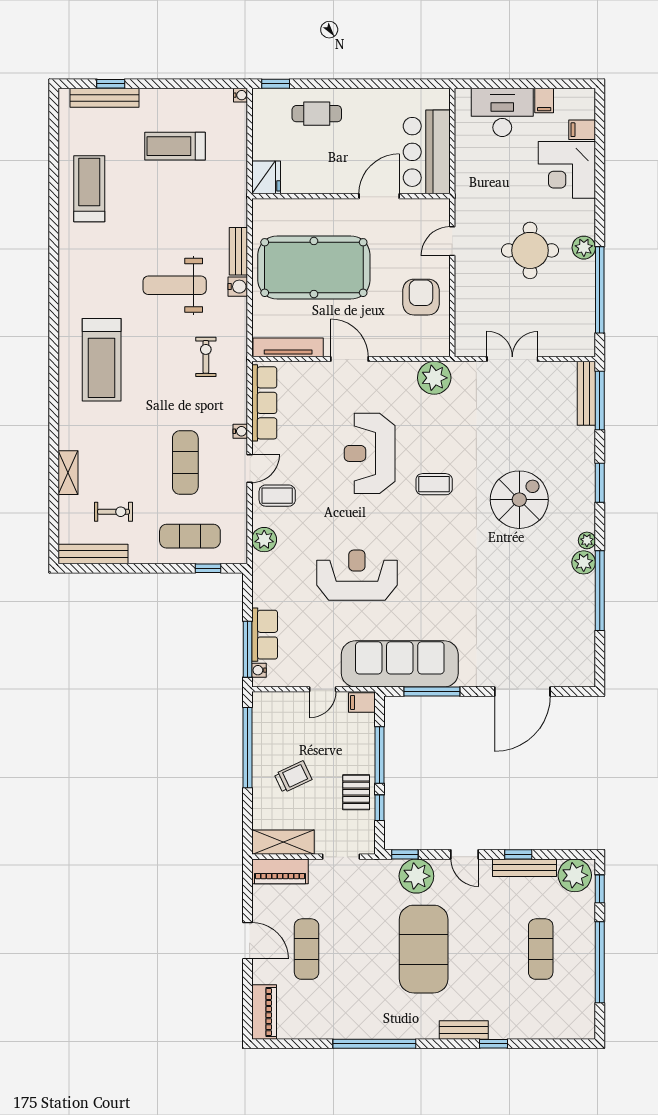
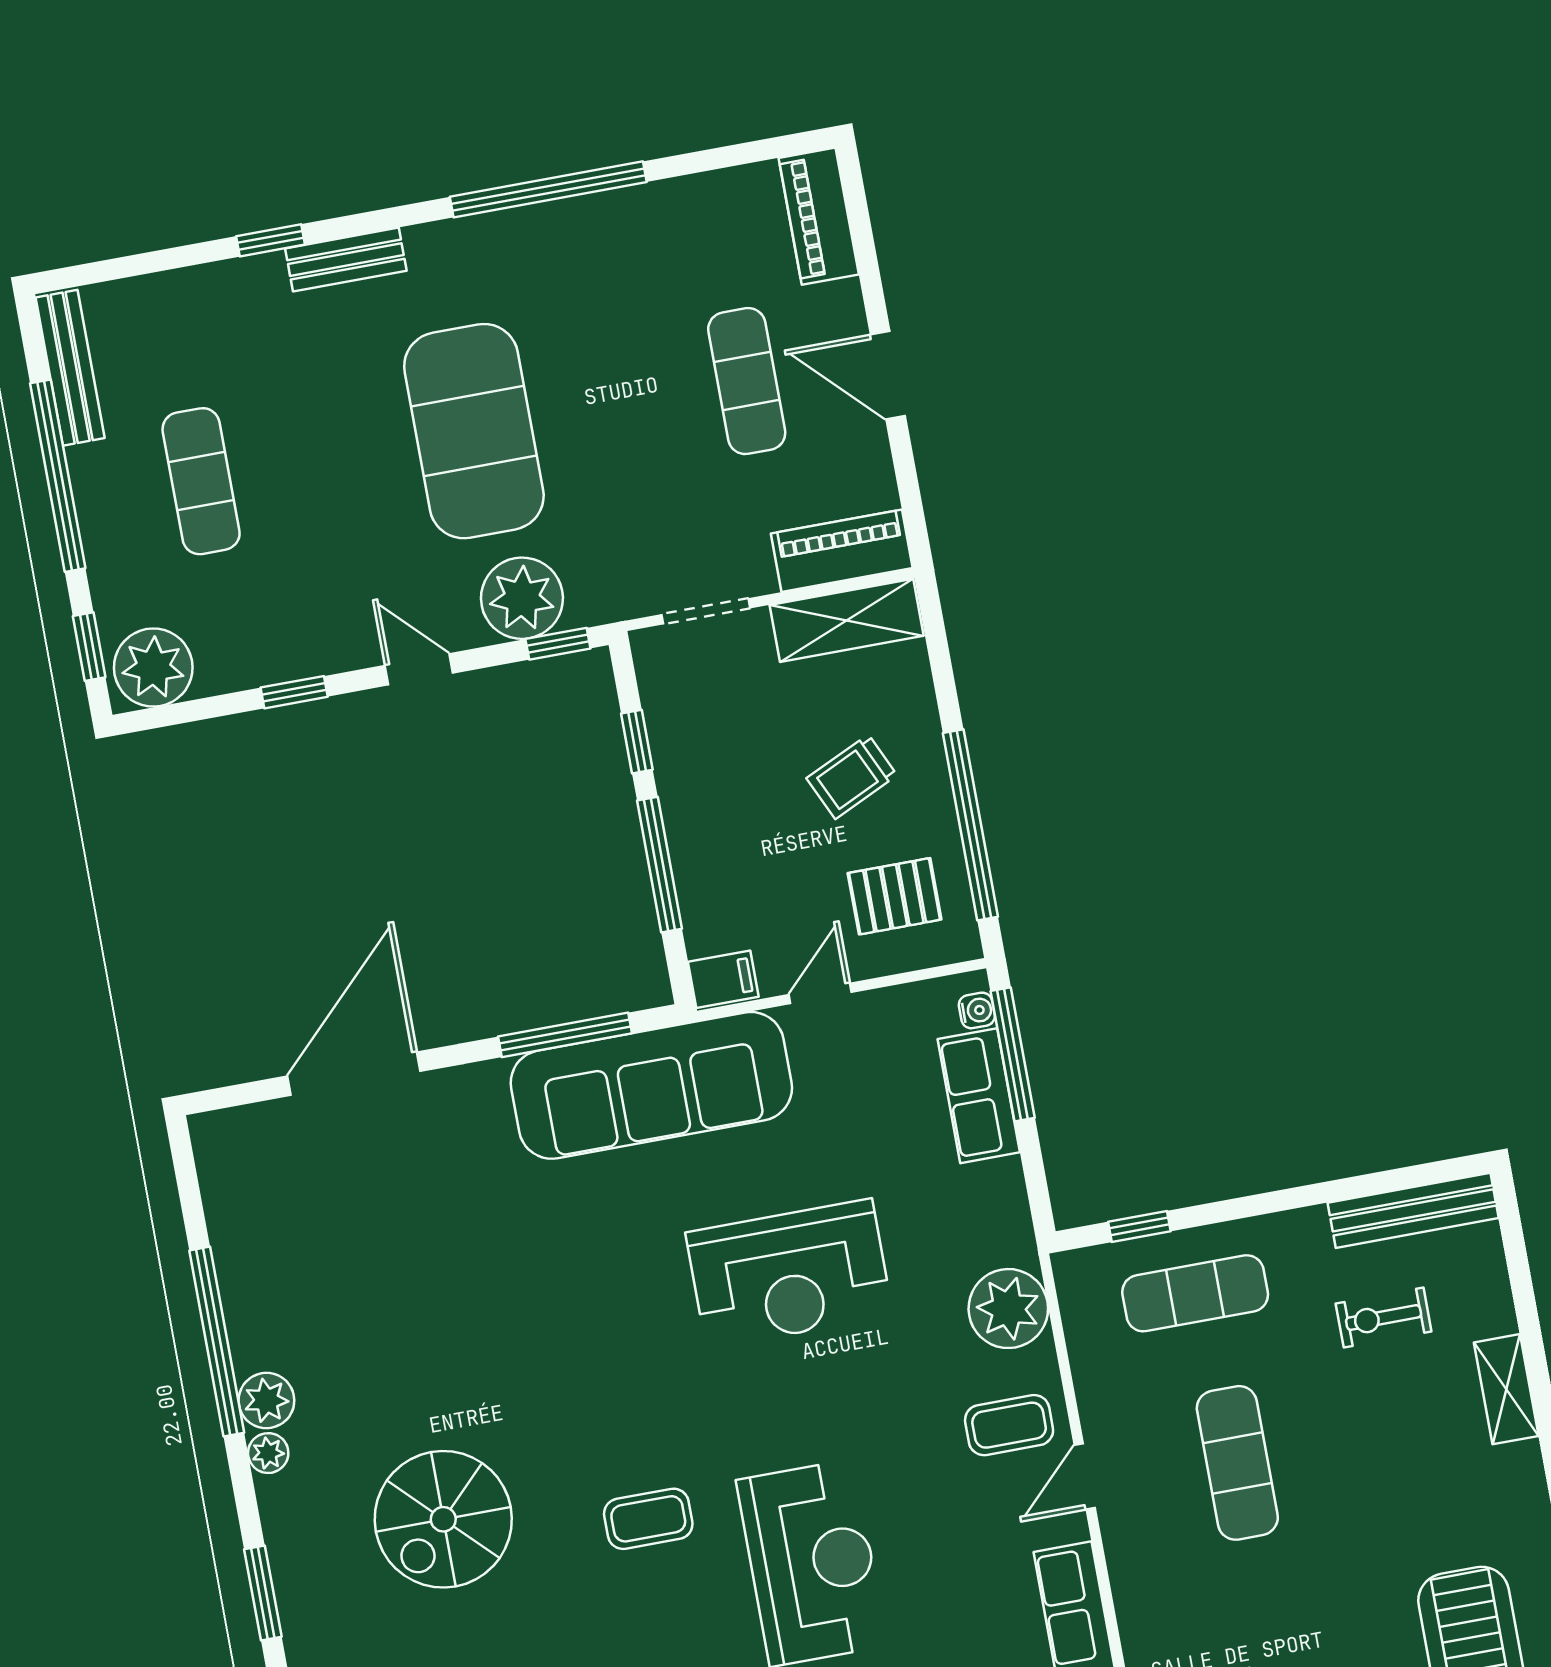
water cooler: (240, 431) -> (1122, 1559), removed
plant: (264, 540) -> (1008, 1309), width x1.36, depth x1.36
pallet: (356, 792) -> (895, 896), moved, turned 90
bench: (525, 868) -> (70, 368), moved, turned 90

